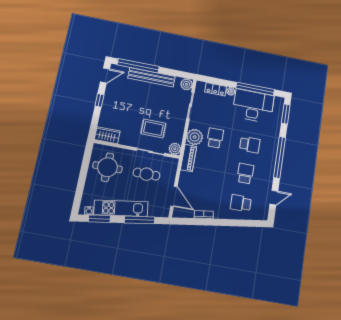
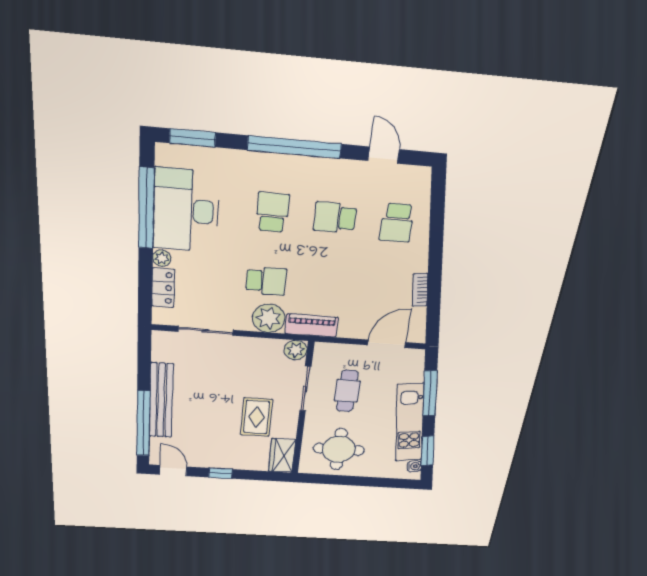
plant: (187, 84) -> (163, 341), removed
rug: (153, 129) -> (256, 417), moved
school desk: (215, 138) -> (266, 281), turned 180

